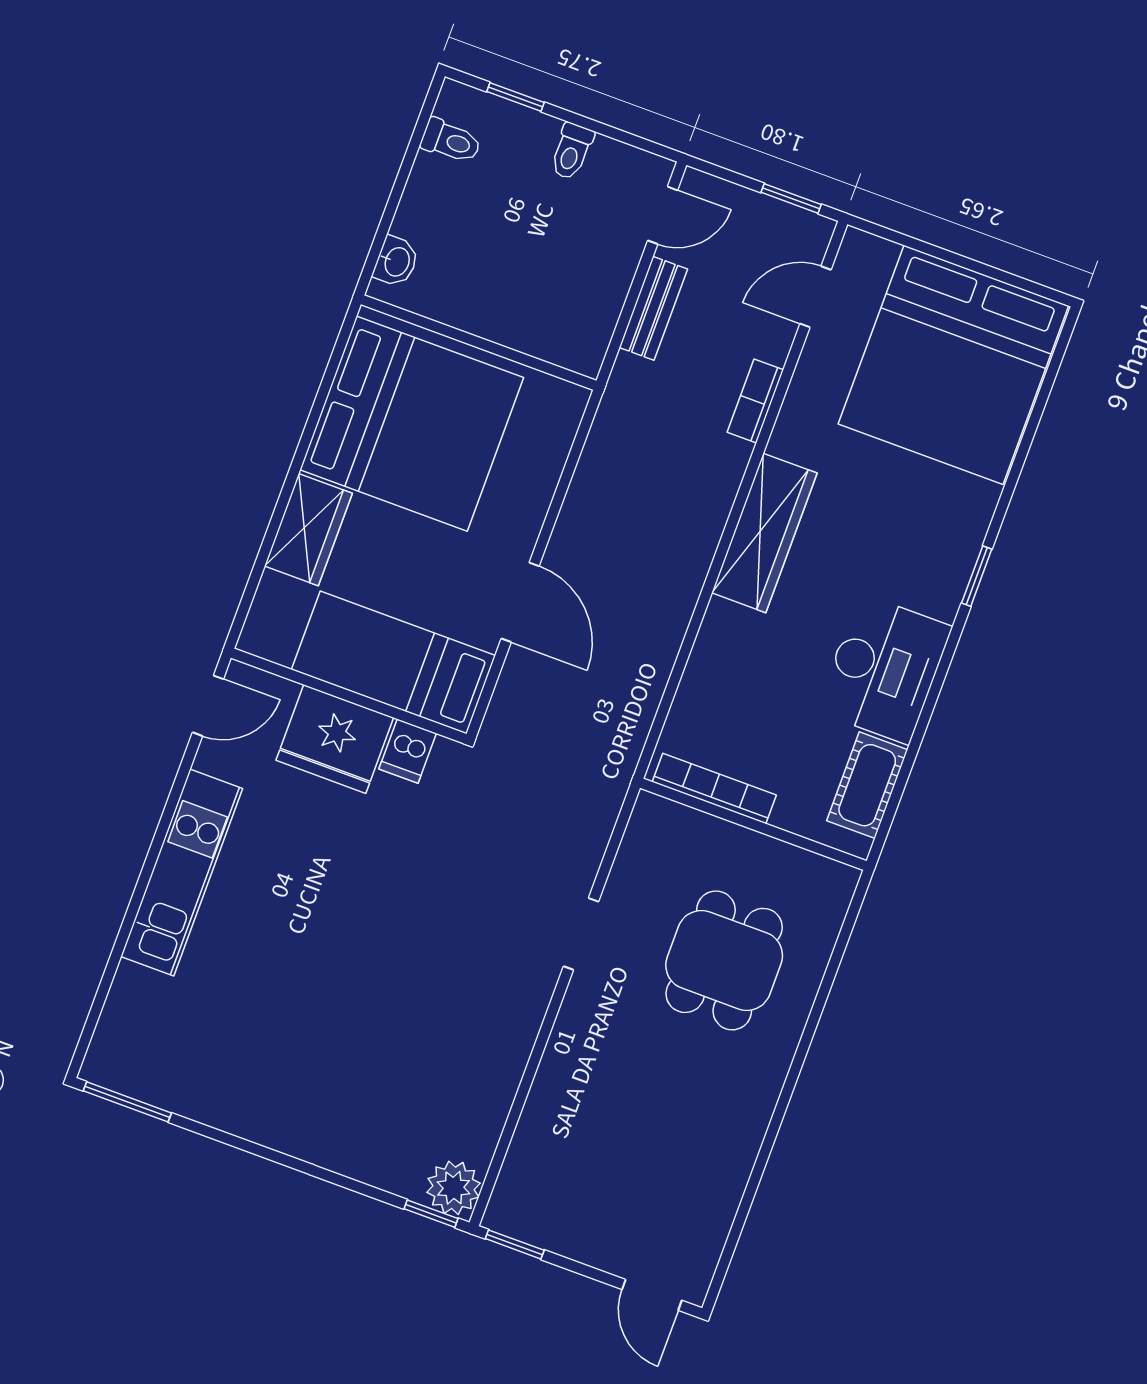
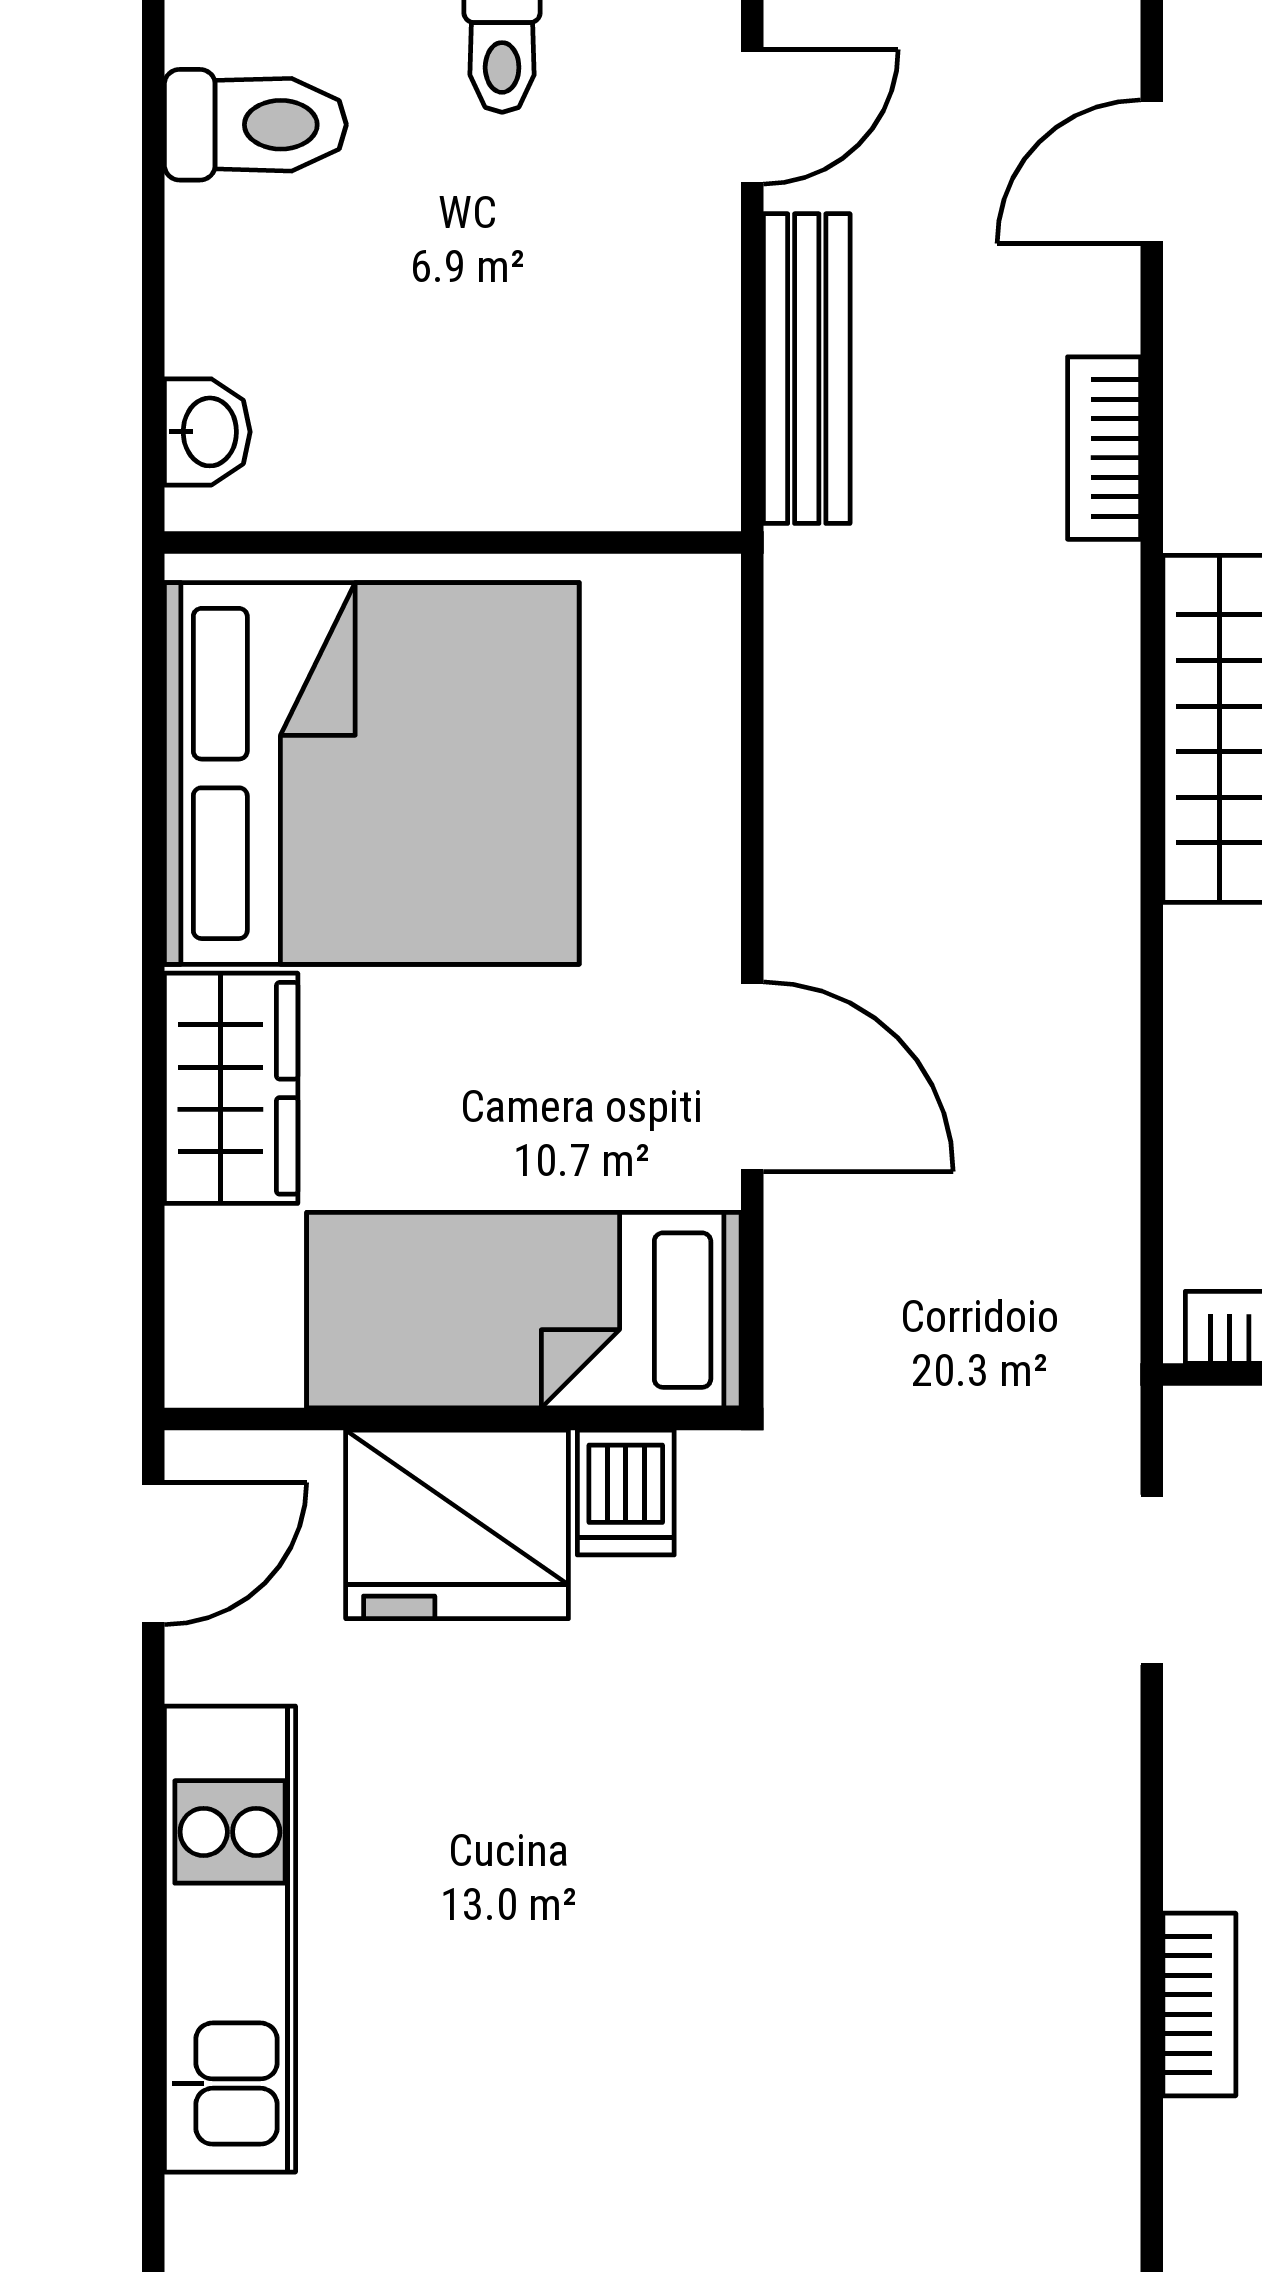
toilet: (451, 141) -> (255, 125), width x1.37, depth x1.39
bench: (653, 308) -> (807, 369), width x1.36
doorway: (581, 934) -> (1152, 1580), moved
bookcase: (563, 1043) -> (1199, 2005), added

